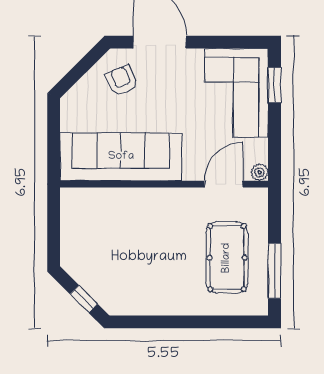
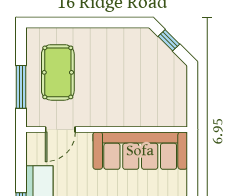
plant: (260, 172) -> (33, 139), removed
window: (275, 271) -> (21, 87), moved

